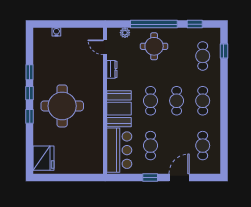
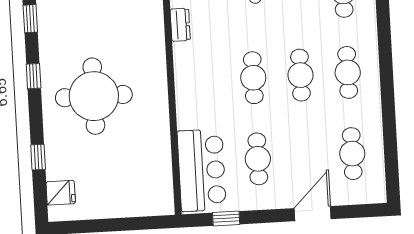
window: (30, 72) -> (30, 19), moved
booth: (119, 109) -> (197, 95), removed
window: (30, 116) -> (38, 157), moved
fridge: (44, 158) -> (61, 193), width x0.53, depth x0.75
window: (150, 177) -> (226, 218), moved

